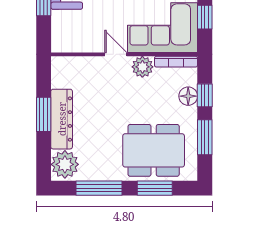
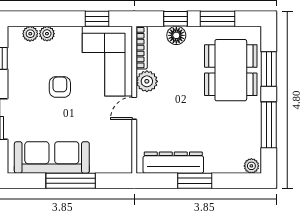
dresser: (62, 119) -> (173, 163), moved
plant: (65, 164) -> (251, 166), width x0.53, depth x0.53

